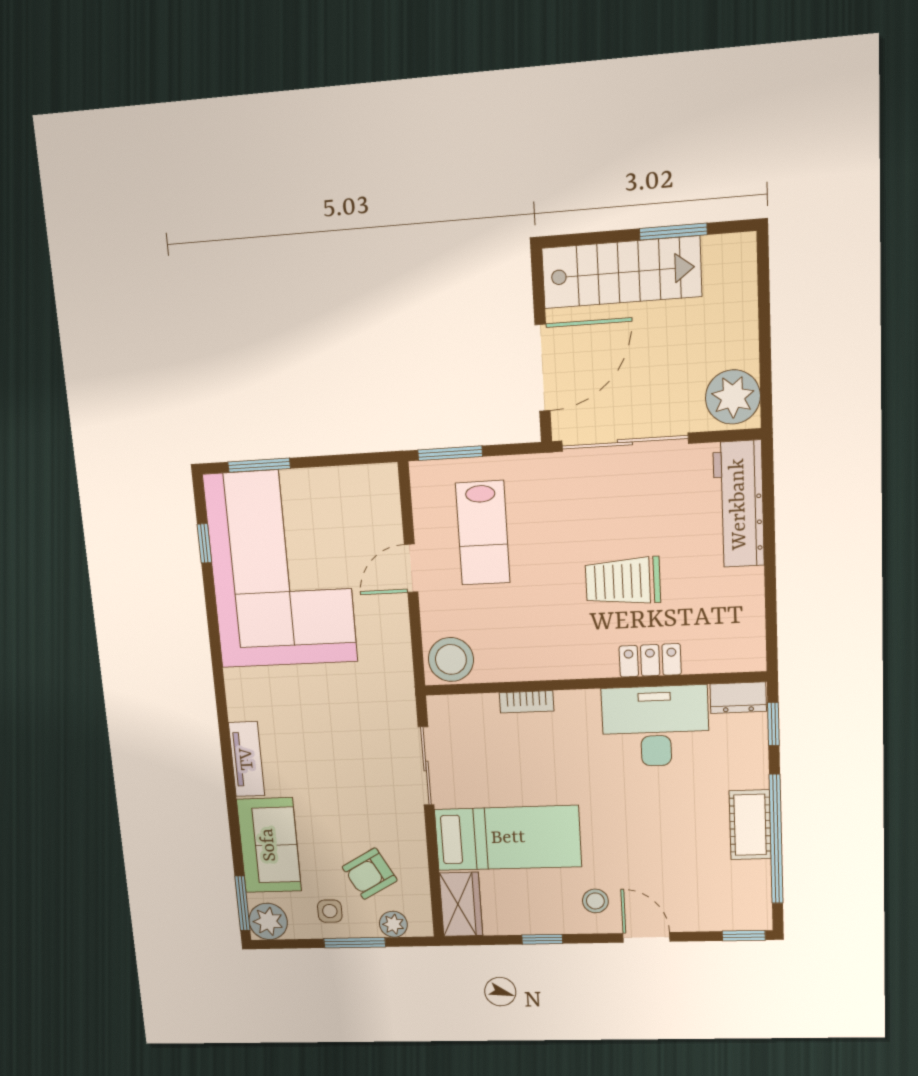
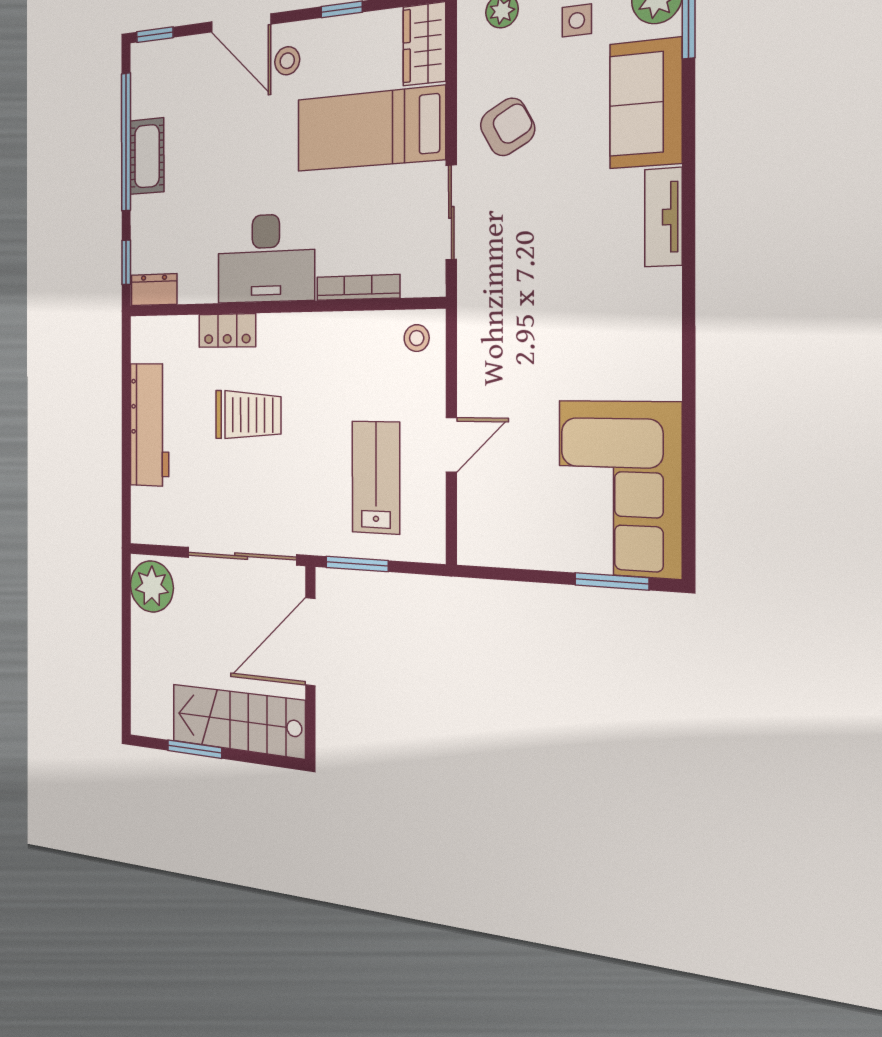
window: (450, 453) -> (357, 564), moved
workbench: (739, 504) -> (149, 425), moved
window: (204, 543) -> (689, 495), removed
corner sofa: (281, 569) -> (620, 488), width x0.73, depth x0.74
stool: (451, 659) -> (417, 338), width x0.53, depth x0.53
bookcase: (527, 702) -> (358, 287), width x1.56
desk: (655, 726) -> (266, 258), moved
armchair: (370, 874) -> (508, 127), moved
door: (646, 937) -> (241, 23), width x1.38

